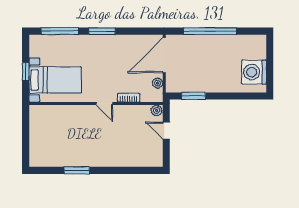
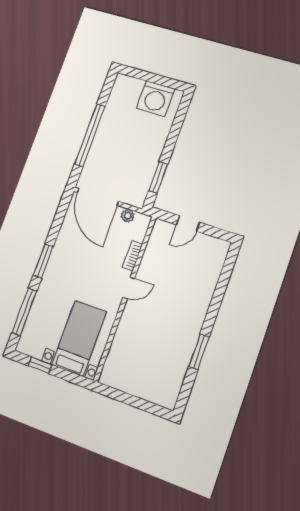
window: (26, 72) -> (40, 365), moved
plant: (157, 110) -> (160, 227), removed

